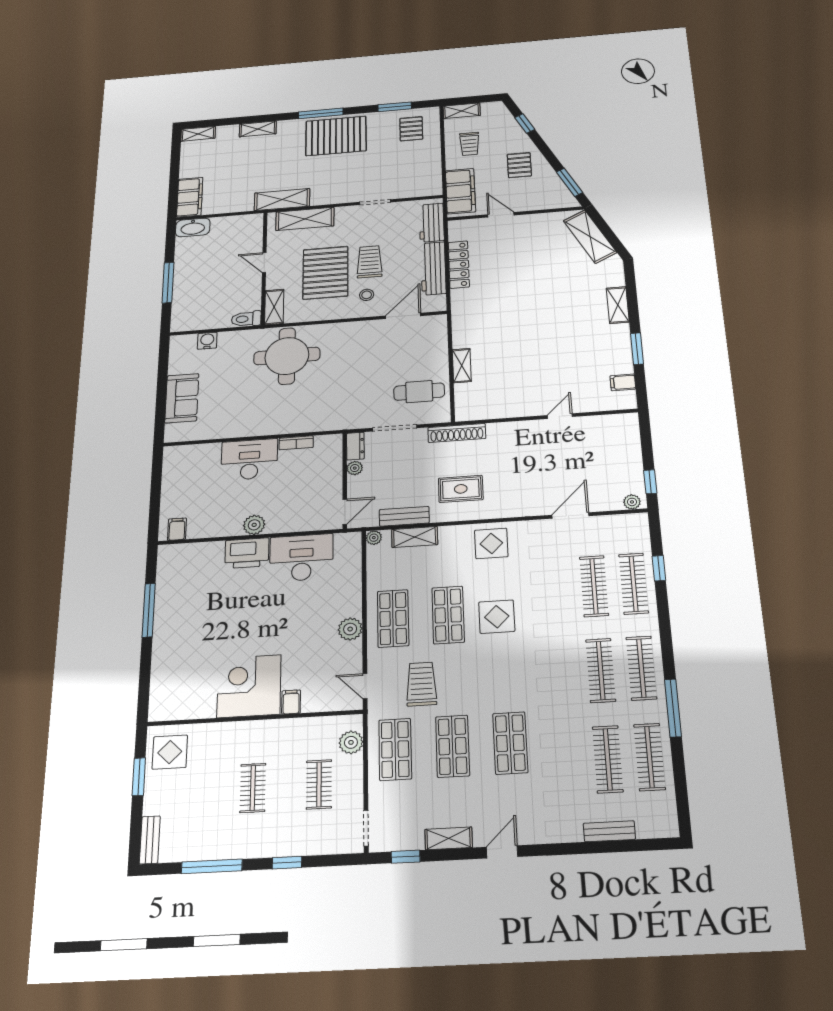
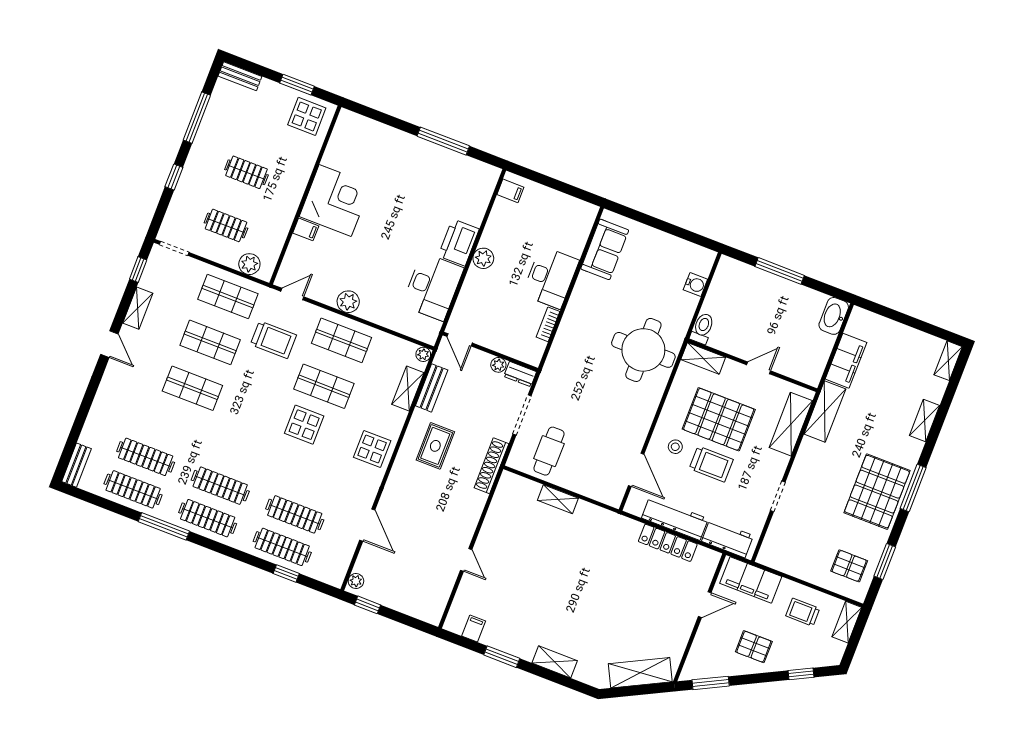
filing cabinet: (190, 197) -> (846, 361), moved, turned -90
sofa: (182, 398) -> (605, 249), moved, turned -90
bench: (609, 831) -> (76, 465), moved

